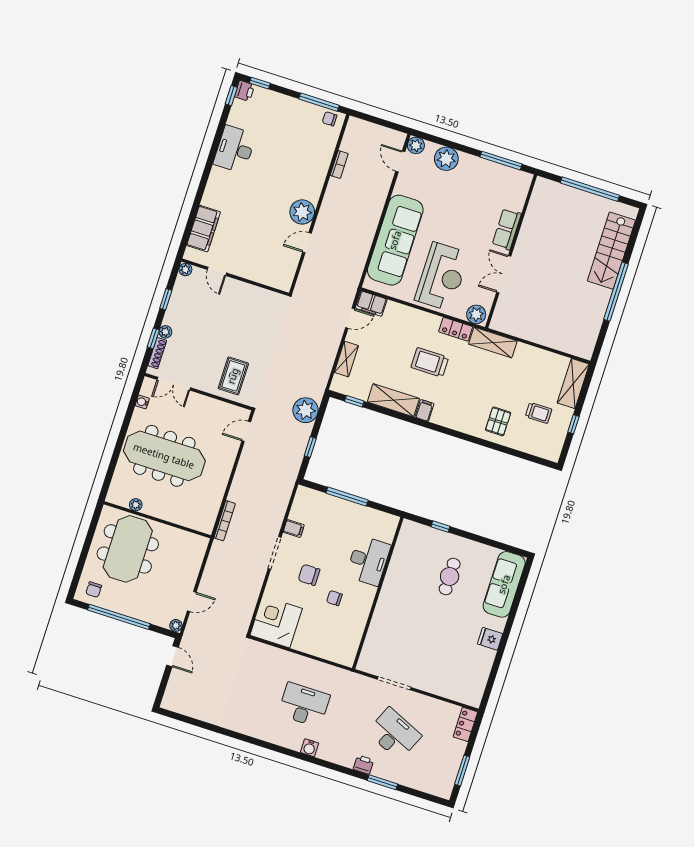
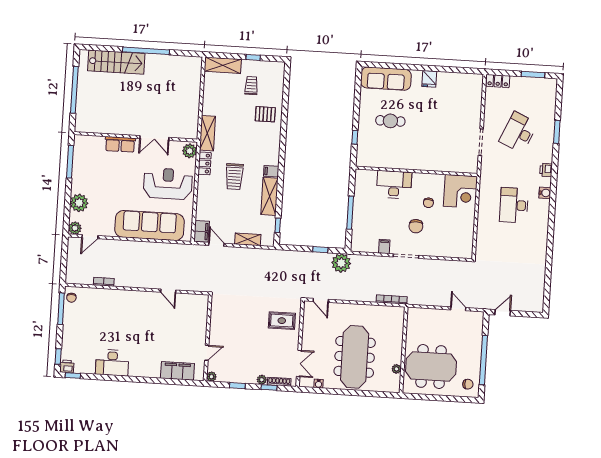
plant: (302, 212) -> (146, 300), removed
plant: (306, 410) -> (341, 263), moved
corner desk: (276, 622) -> (460, 191), moved, turned -90
plant: (176, 625) -> (479, 316), removed
printer: (364, 765) -> (546, 170), moved

